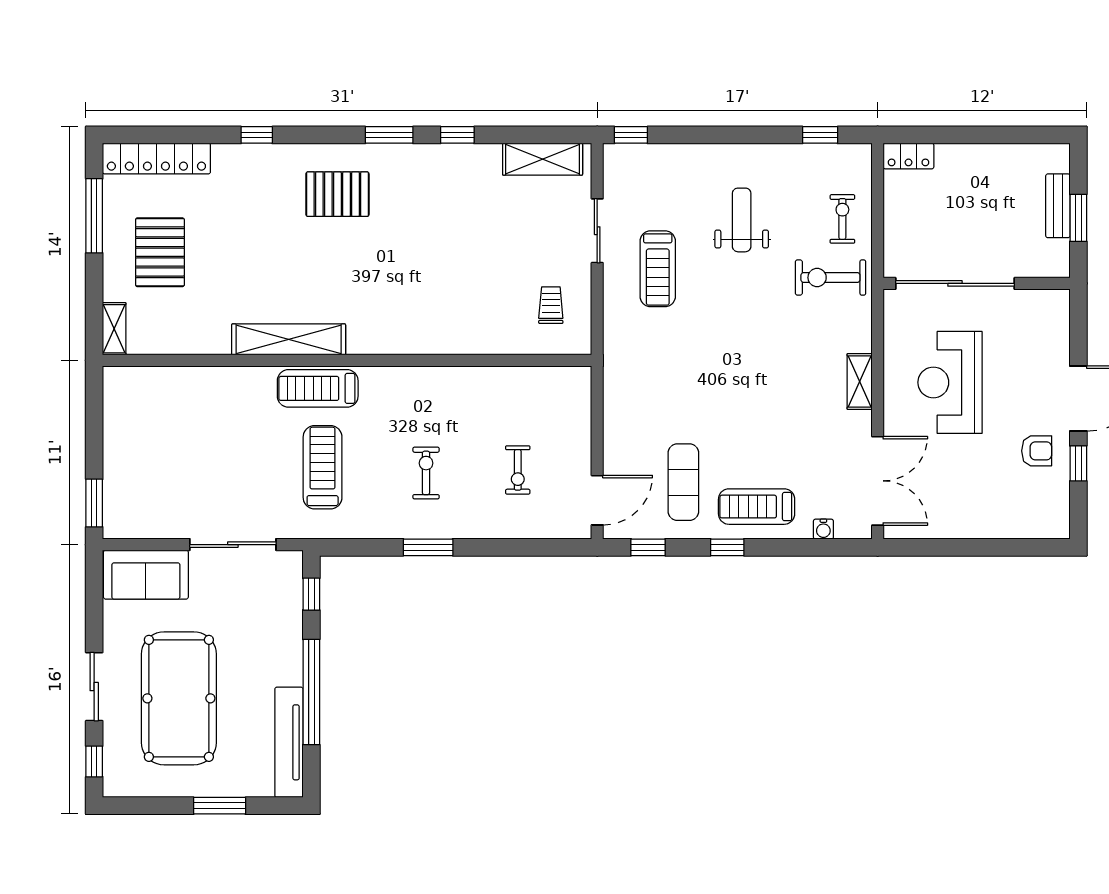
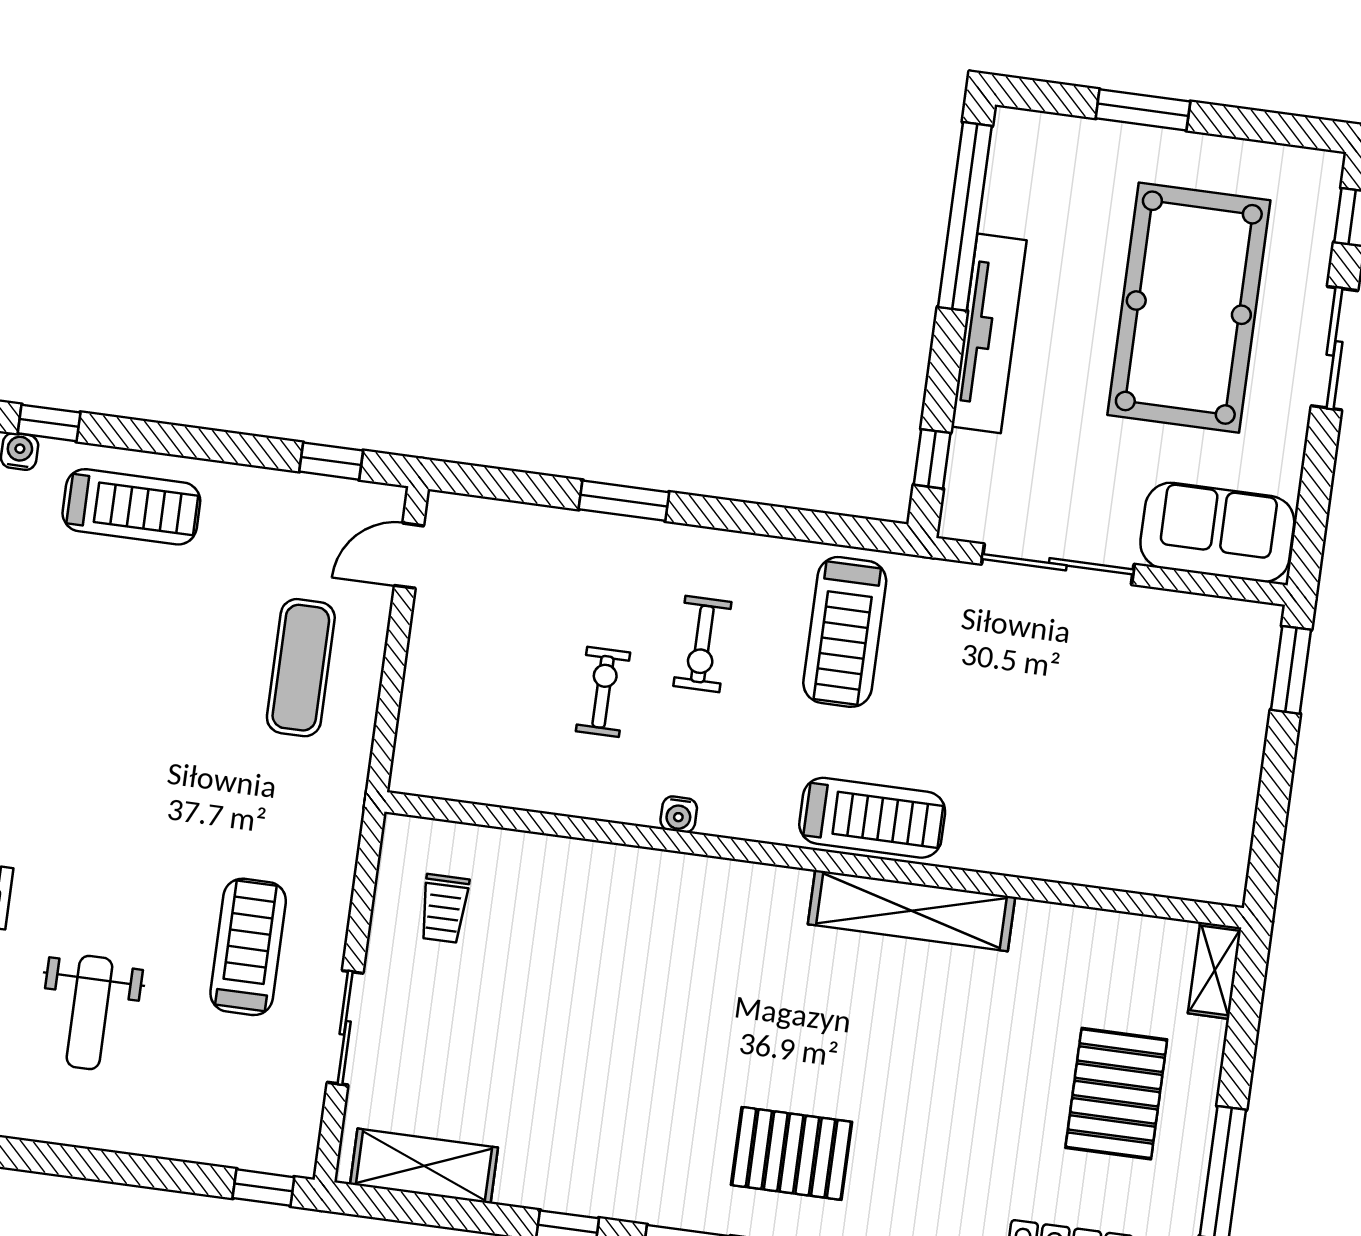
water cooler: (426, 376) -> (679, 814), added
treadmill: (323, 467) -> (845, 632), moved
exercise bike: (518, 470) -> (603, 692), moved
exercise mat: (683, 482) -> (301, 668), moved
door: (597, 500) -> (409, 556), width x0.73
window: (428, 547) -> (624, 501), moved
window: (727, 547) -> (49, 423), moved
window: (311, 692) -> (965, 216), moved
tv unit: (289, 742) -> (989, 333), moved

